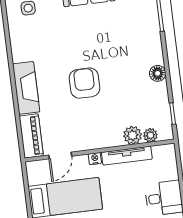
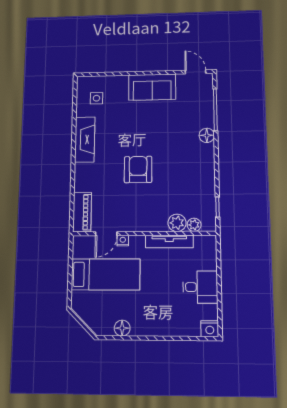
floor lamp: (158, 73) -> (207, 135), moved
fireplace: (26, 88) -> (85, 140), moved
nightstand: (95, 159) -> (123, 241), moved

